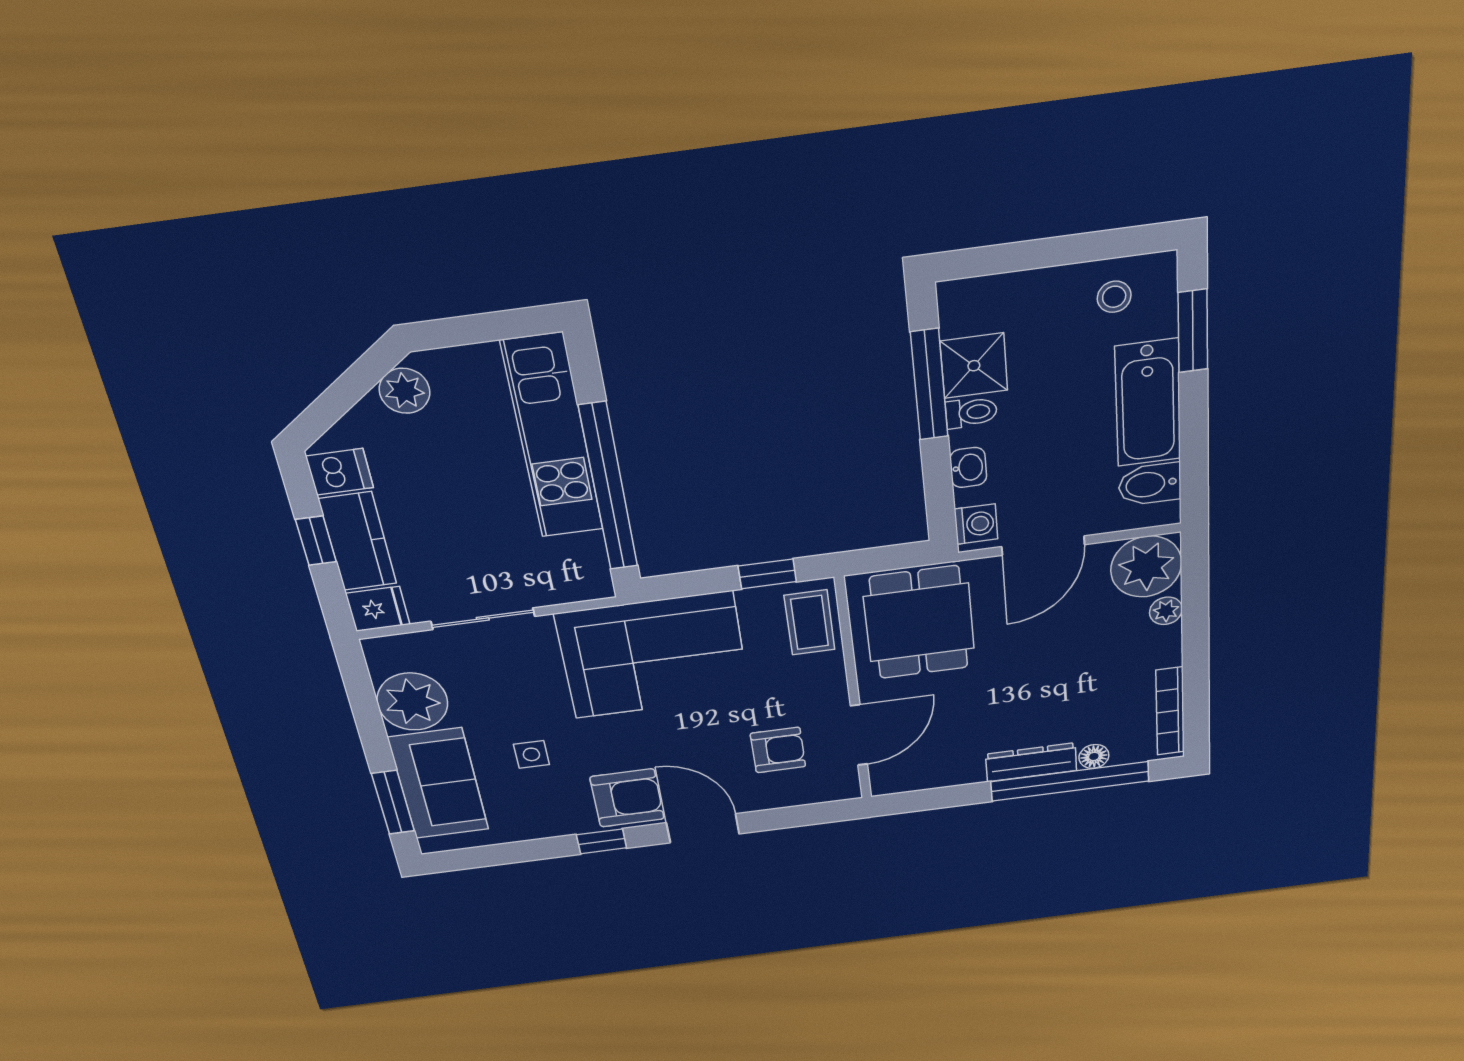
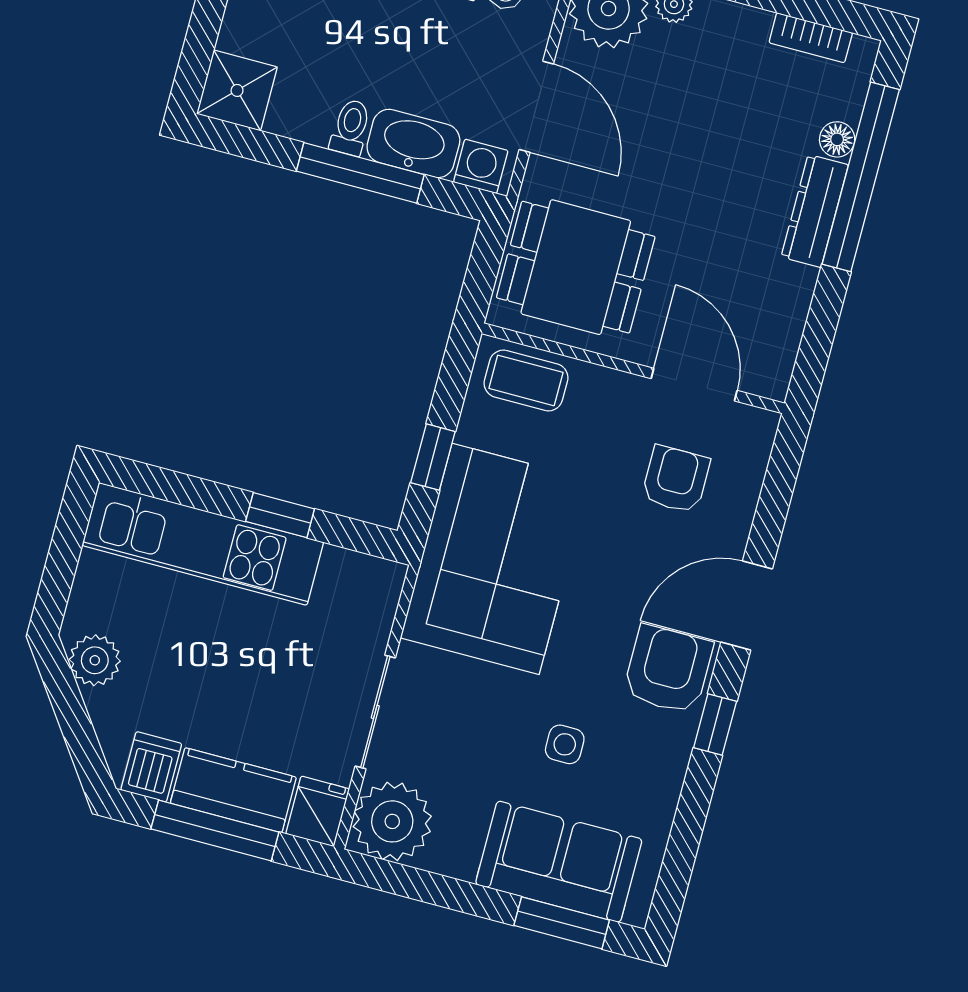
shower: (974, 366) -> (237, 90), moved
window: (929, 385) -> (360, 173), moved
washbasin: (968, 467) -> (413, 143), width x1.91, depth x1.45
window: (608, 487) -> (280, 515), width x0.32
window: (316, 541) -> (215, 831), width x2.17
window: (767, 574) -> (433, 457), moved
plant: (412, 702) -> (392, 821), moved
bookcase: (1170, 711) -> (811, 38), width x0.64

